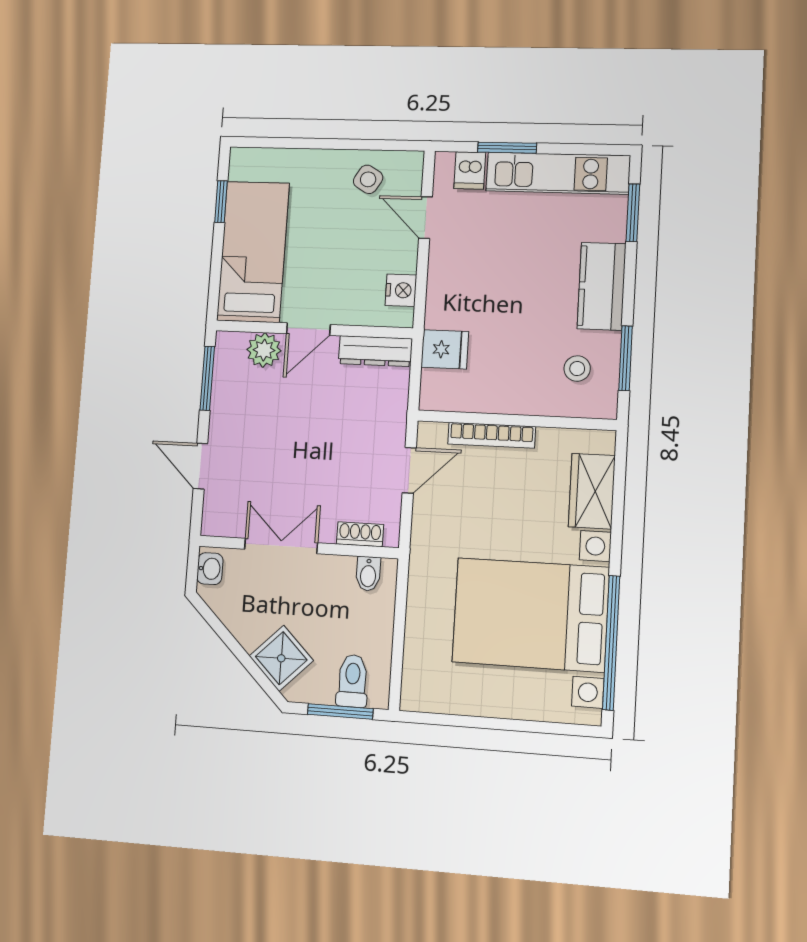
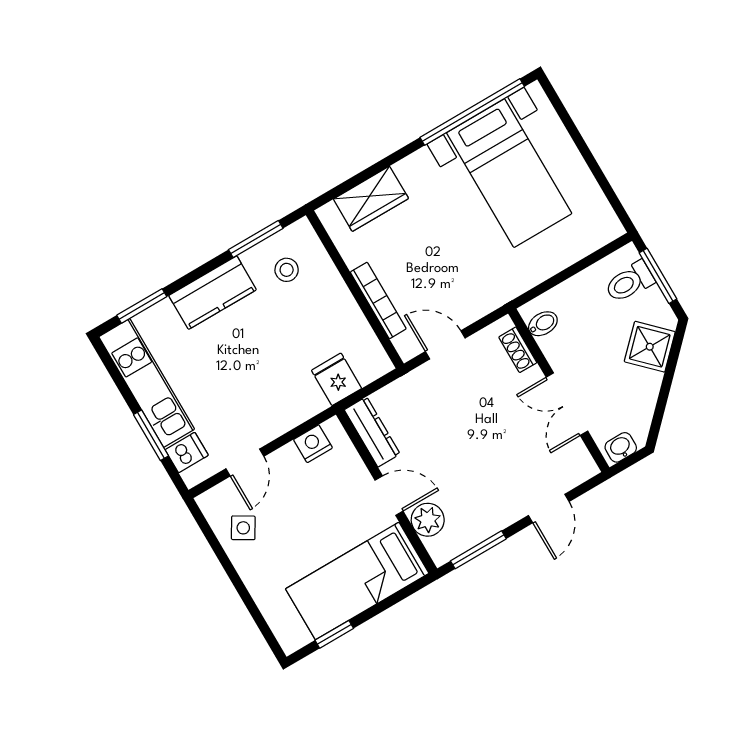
bed with nightstands: (531, 615) -> (509, 173), width x0.73

